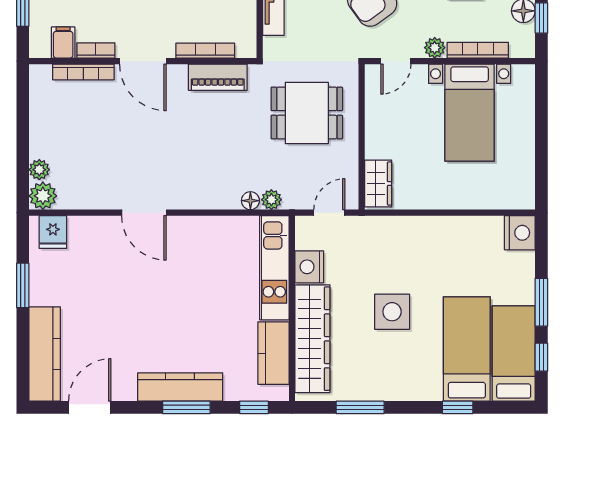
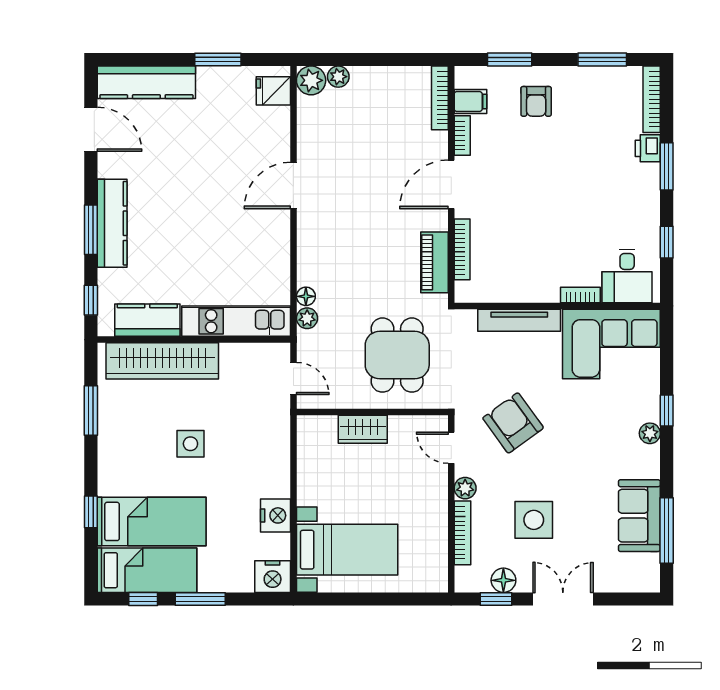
bookcase: (83, 72) -> (440, 98), moved
bed with nightstands: (470, 113) -> (347, 550), moved, turned 180
wardrobe: (378, 184) -> (363, 429), moved
nightstand: (309, 267) -> (275, 515), moved, turned 90
side table: (392, 312) -> (190, 444), width x0.73, depth x0.73

